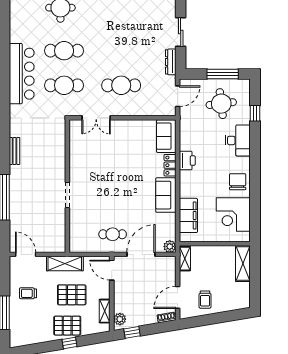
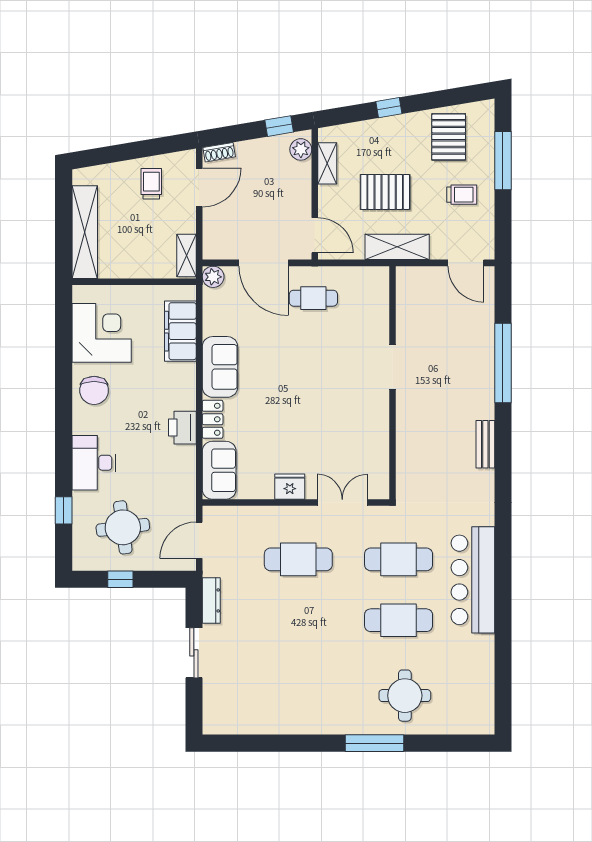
window: (223, 74) -> (120, 579), width x0.46
fridge: (126, 127) -> (290, 487), added
door: (141, 254) -> (264, 263), hinge flipped
shelving: (243, 264) -> (85, 232), width x1.47
pallet: (67, 326) -> (449, 137), moved, turned 90

